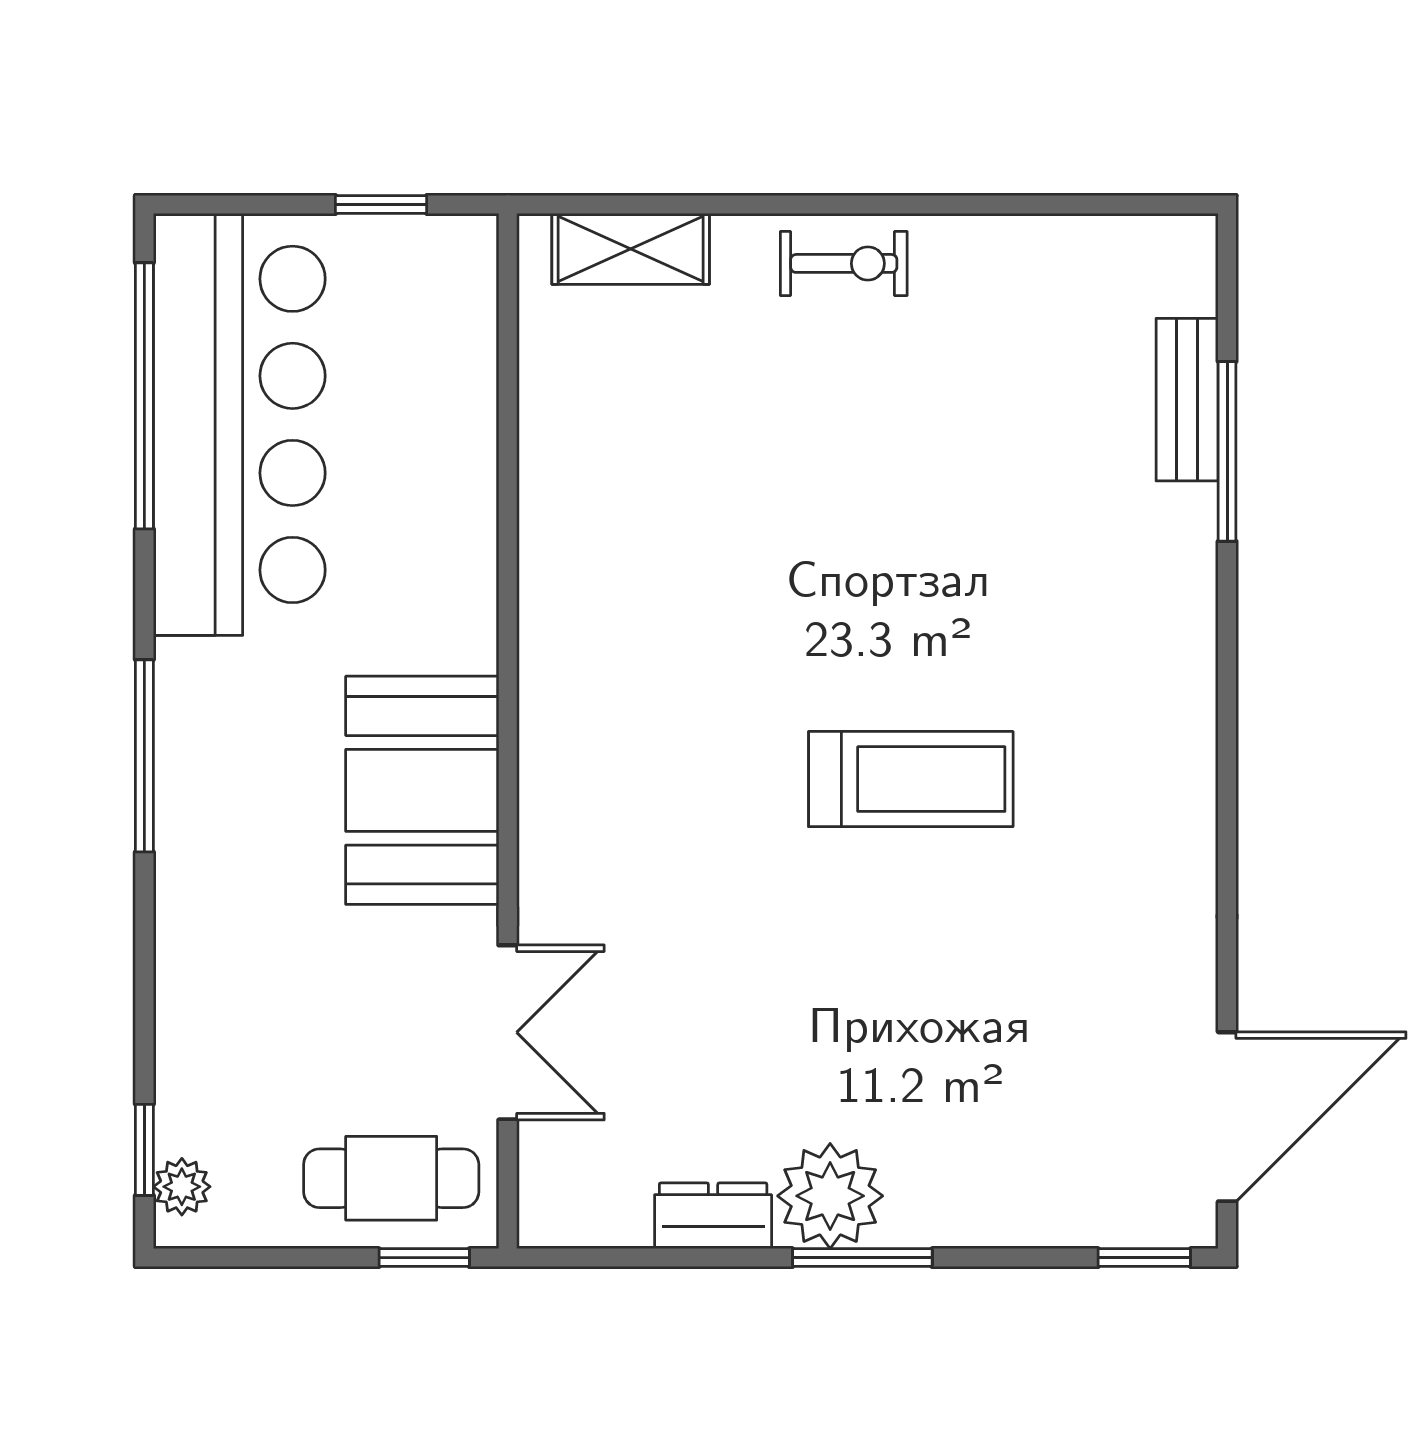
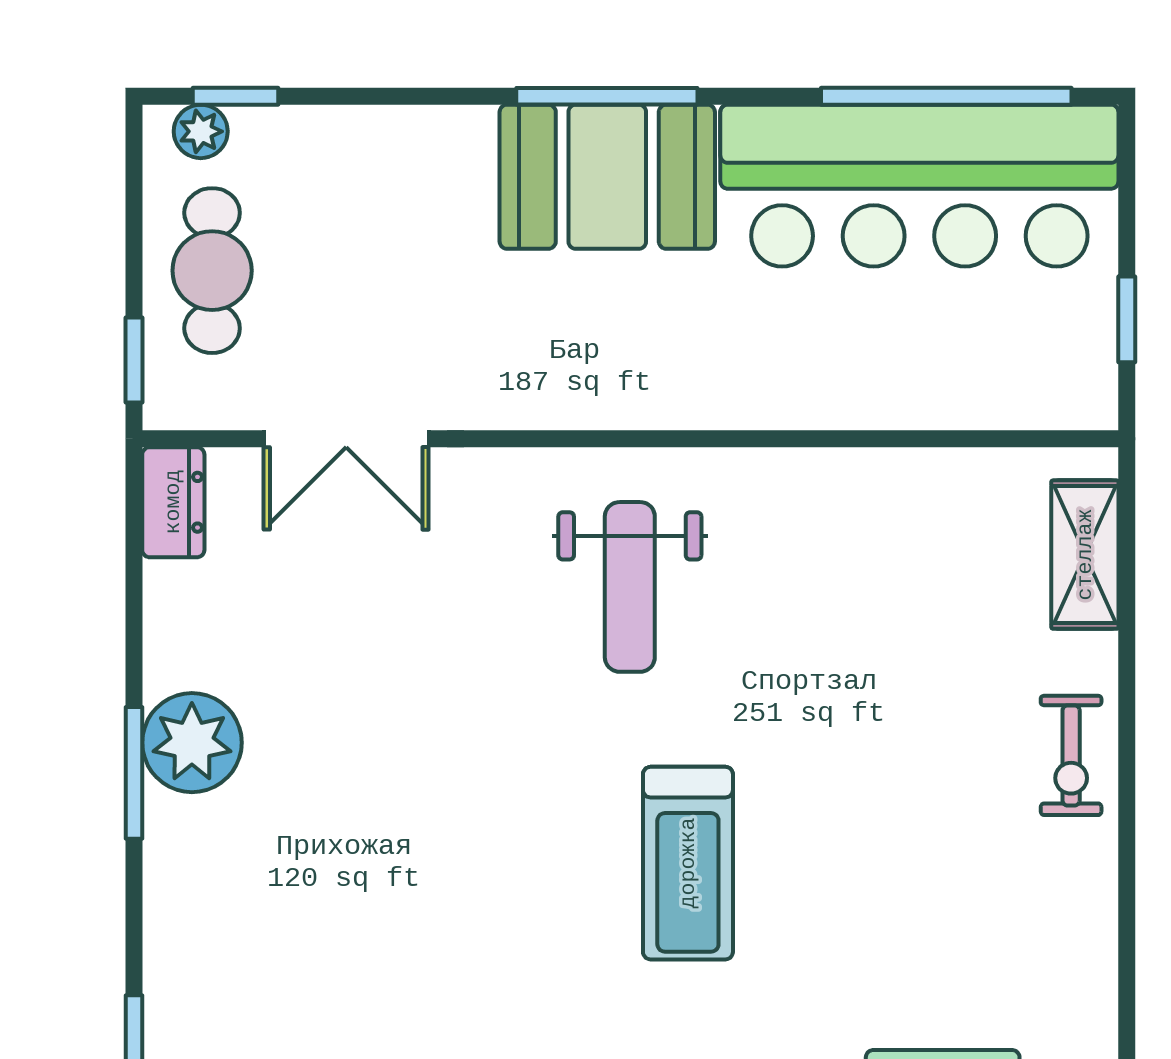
weight bench: (665, 731) -> (630, 587), added
treadmill: (911, 779) -> (688, 863), moved
booth: (422, 790) -> (607, 177), moved
cafe table: (391, 1178) -> (212, 271), moved
dresser: (713, 1216) -> (173, 502), moved

